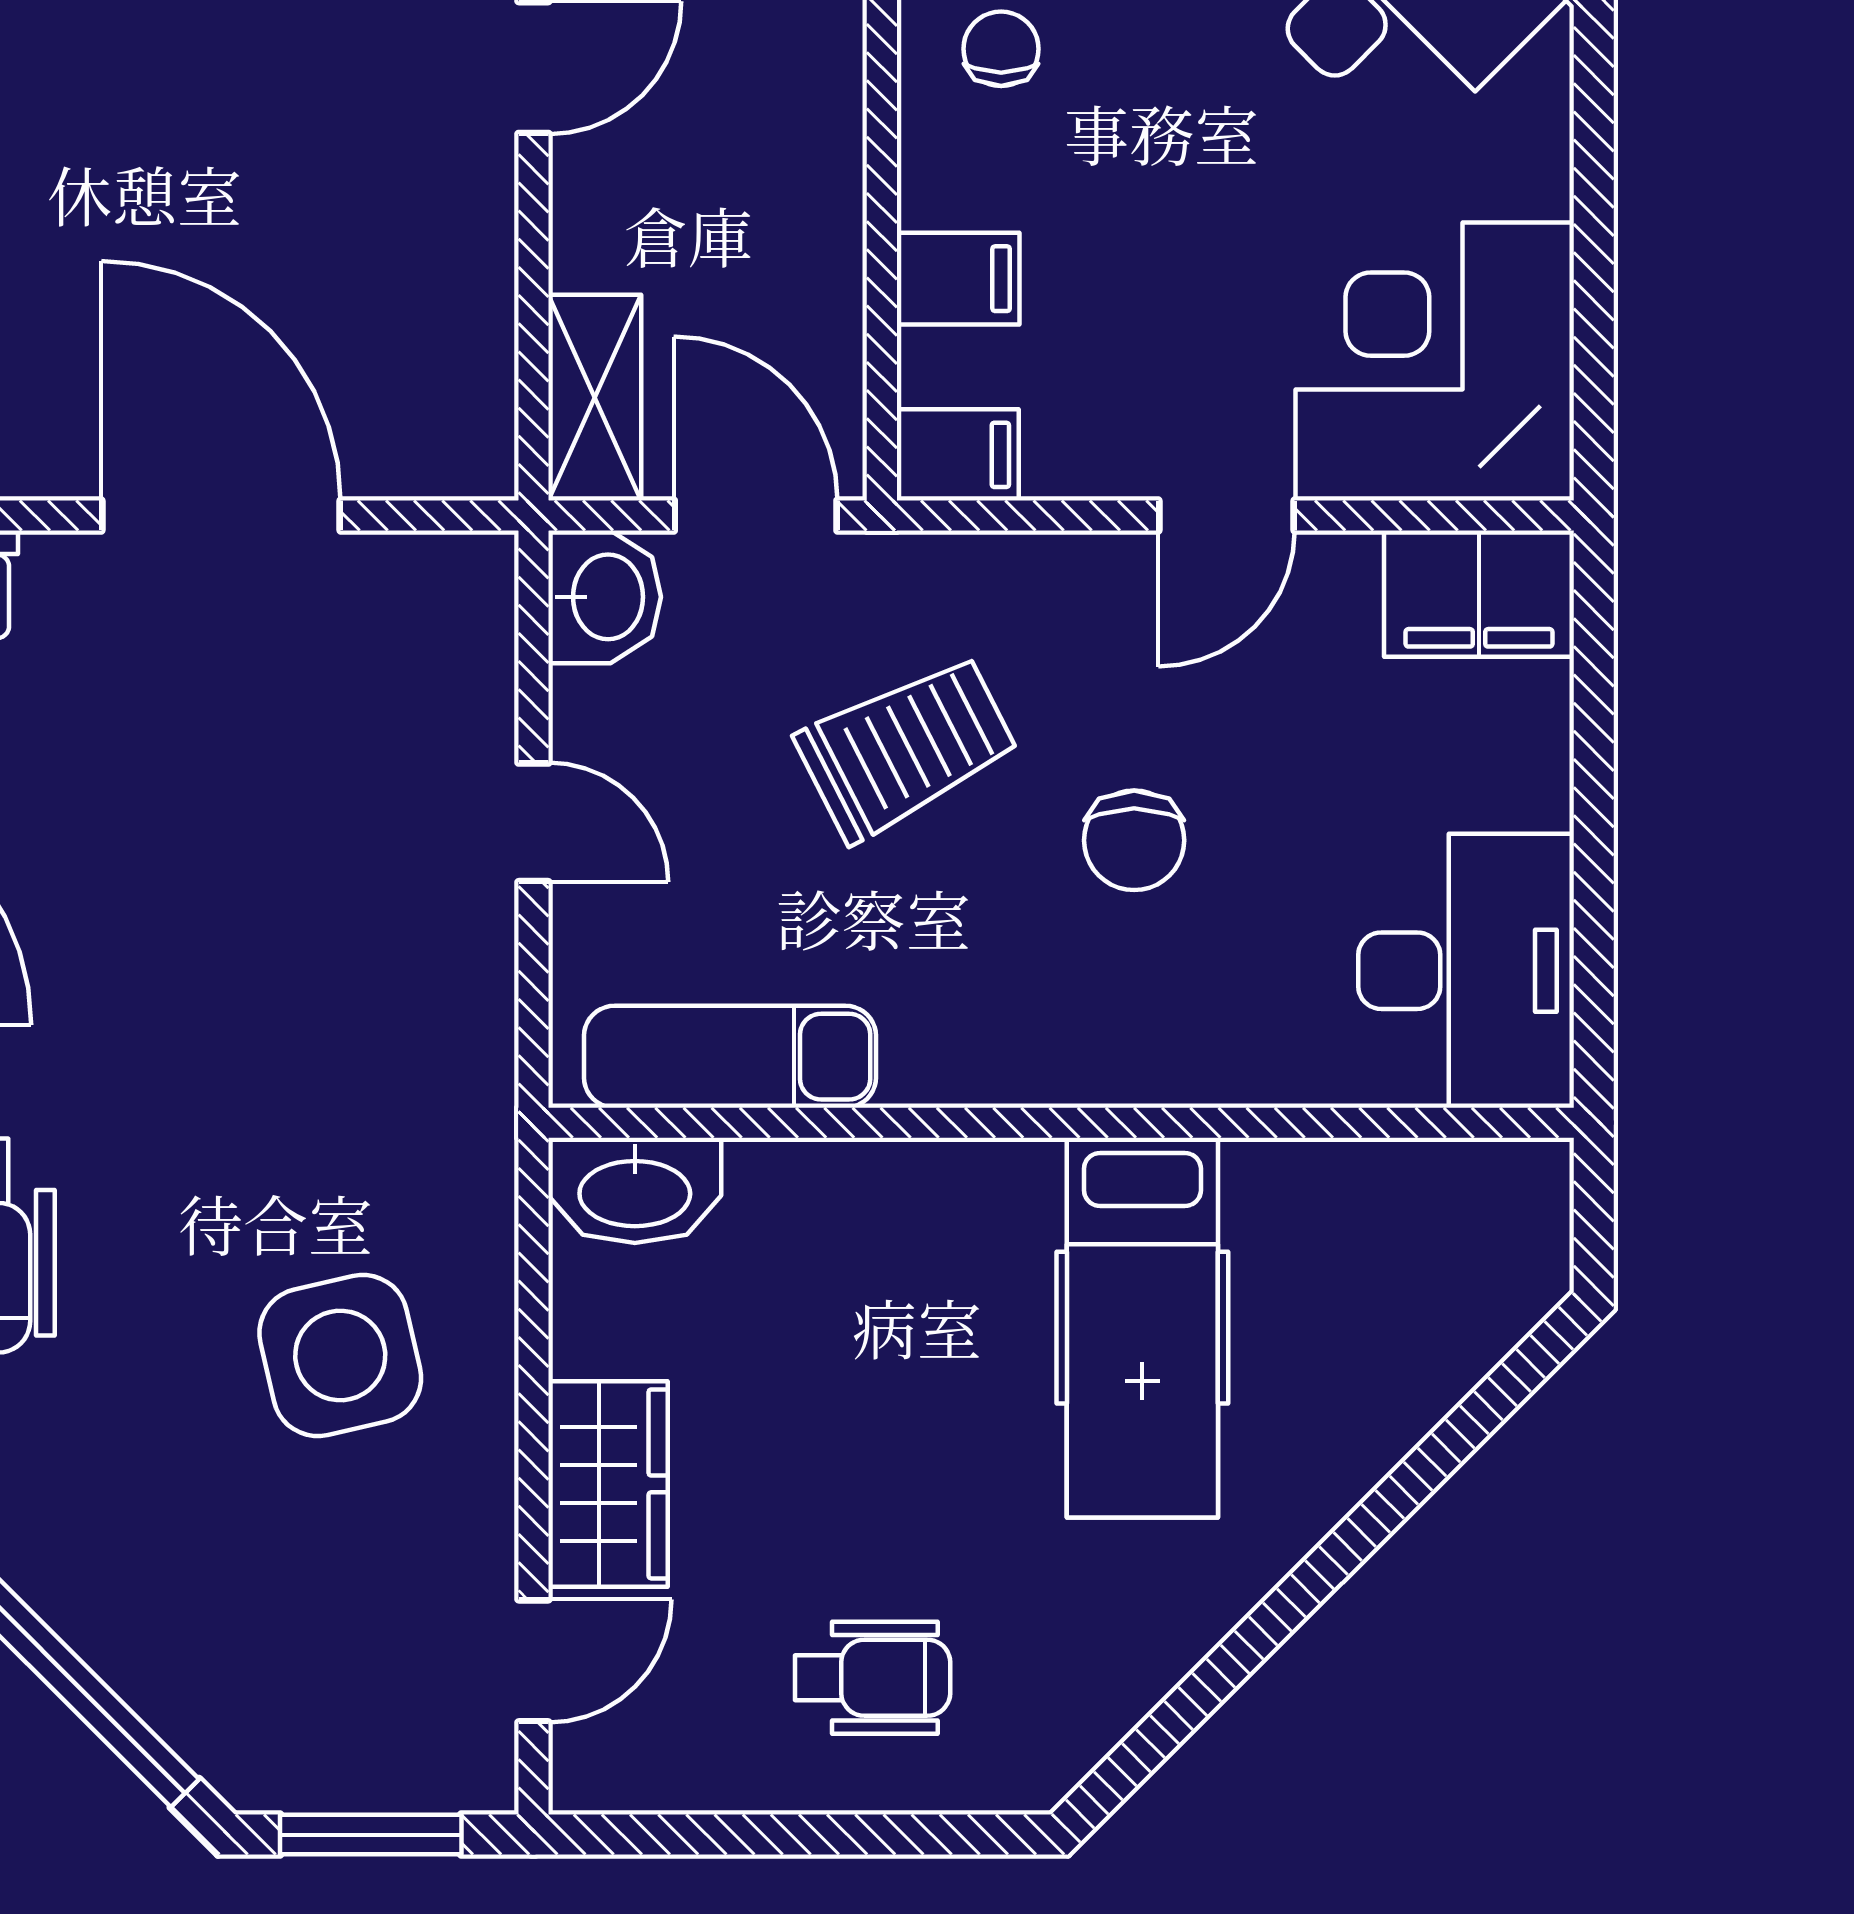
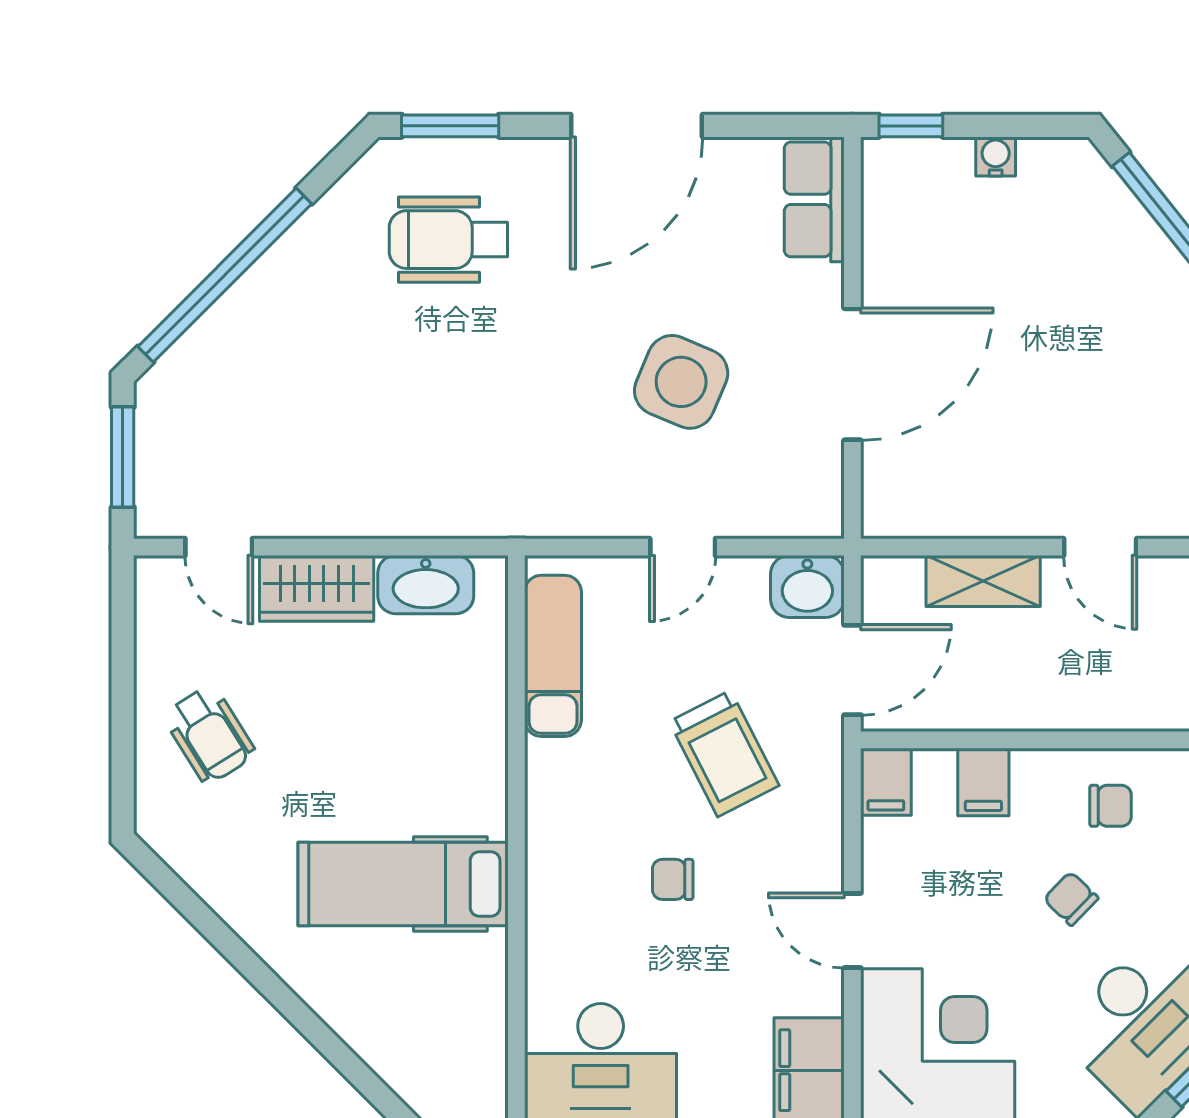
chair: (1169, 120) -> (1071, 899), added
shelving: (595, 398) -> (983, 581), moved
chair: (1134, 840) -> (673, 879), width x0.73, depth x0.73
washbasin: (635, 1190) -> (426, 585), moved, turned -90
side table: (340, 1356) -> (681, 382), moved, turned 36
wheelchair: (872, 1678) -> (209, 735), turned -32

